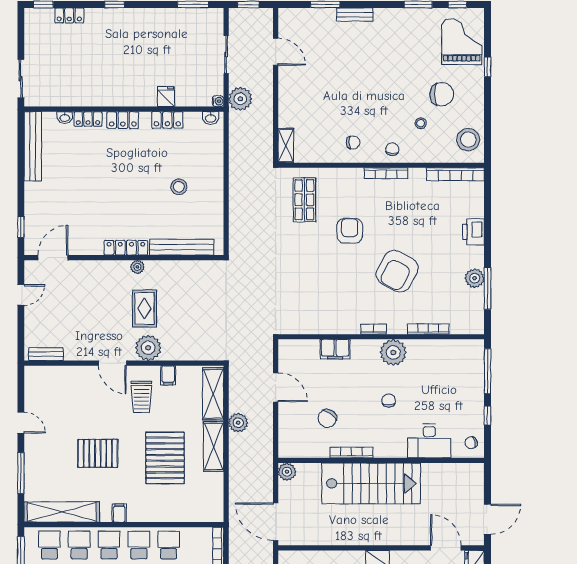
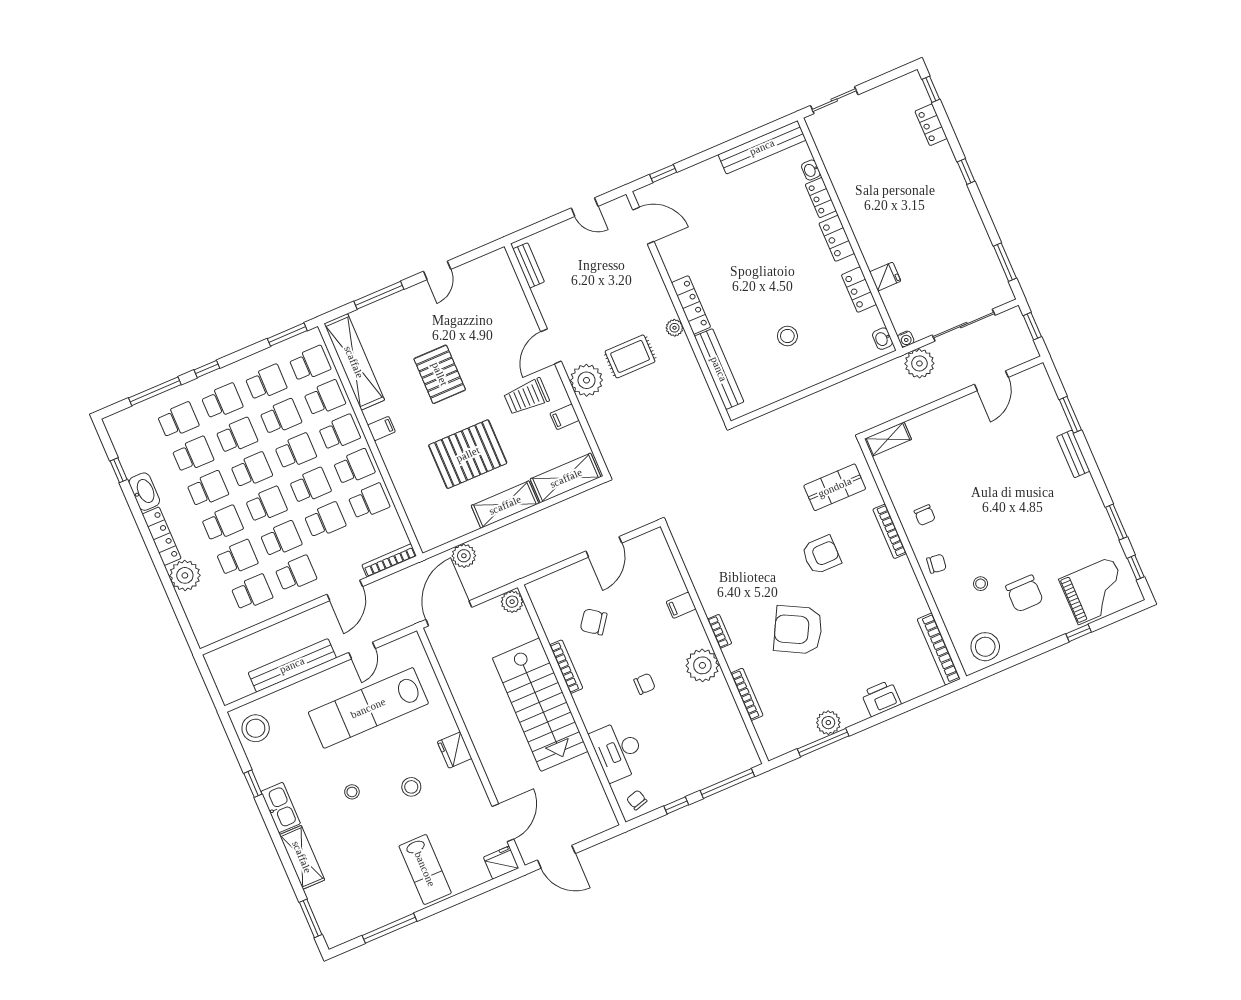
sliding door: (226, 54) -> (964, 325), width x1.37
bookcase: (386, 173) -> (890, 531), moved
filing cabinet: (335, 349) -> (681, 605), width x0.50
plant: (238, 423) -> (464, 556), moved

